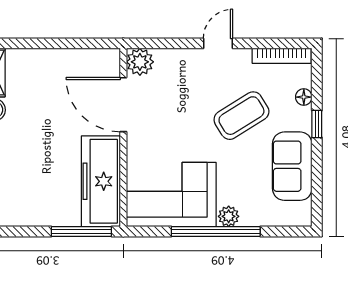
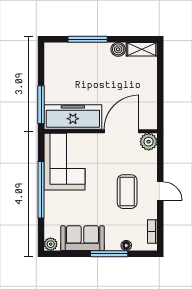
bookcase: (282, 56) -> (152, 231), width x0.64
coffee table: (241, 116) -> (127, 192), moved, turned 32
window: (317, 124) -> (109, 254), width x2.17
plant: (229, 216) -> (51, 244), moved

